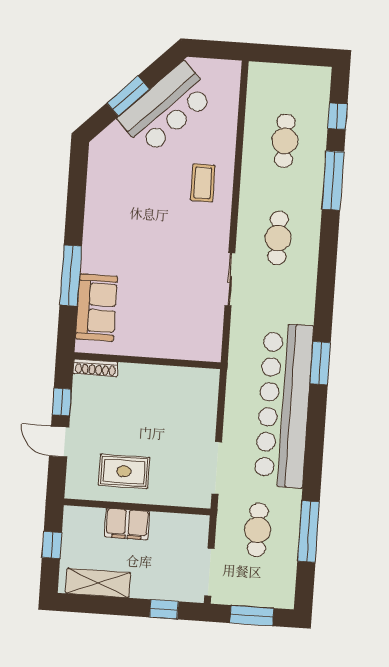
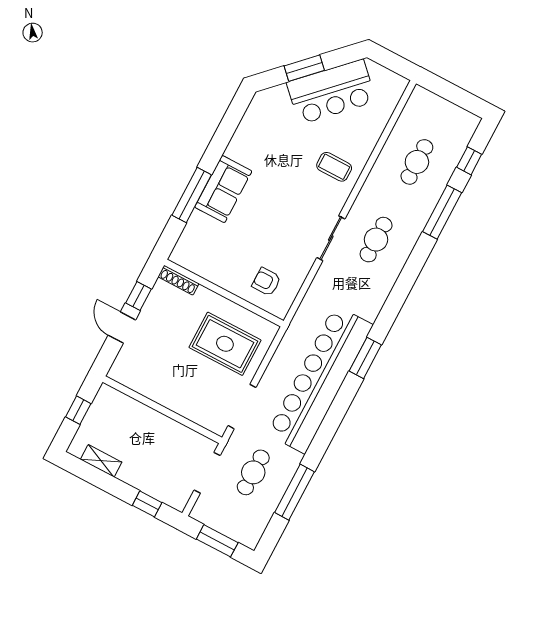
coffee table: (203, 183) -> (334, 167), turned 90
sliding door: (230, 279) -> (331, 238), moved
sofa: (97, 307) -> (223, 189), moved
armchair: (185, 330) -> (266, 282), added
rug: (124, 471) -> (225, 344), moved, width x1.36, depth x1.43
filing cabinet: (127, 524) -> (148, 420), removed
doorway: (209, 572) -> (207, 473), moved
shelving: (98, 583) -> (101, 461), width x0.67, depth x0.75

